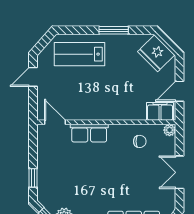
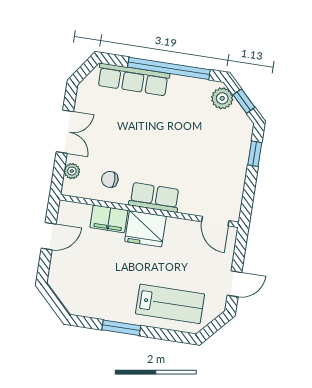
fridge: (156, 53) -> (145, 229), moved, turned 135
filing cabinet: (160, 111) -> (109, 219), moved
plant: (169, 130) -> (72, 171), moved
row of seats: (89, 133) -> (154, 197), moved

